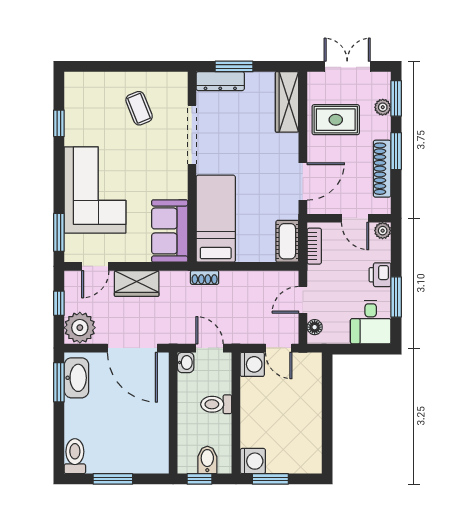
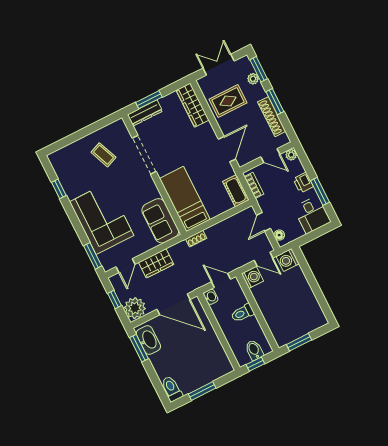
washing machine: (253, 461) -> (288, 260), moved, turned 180

